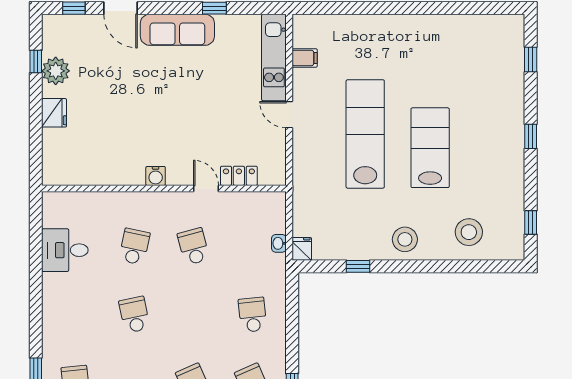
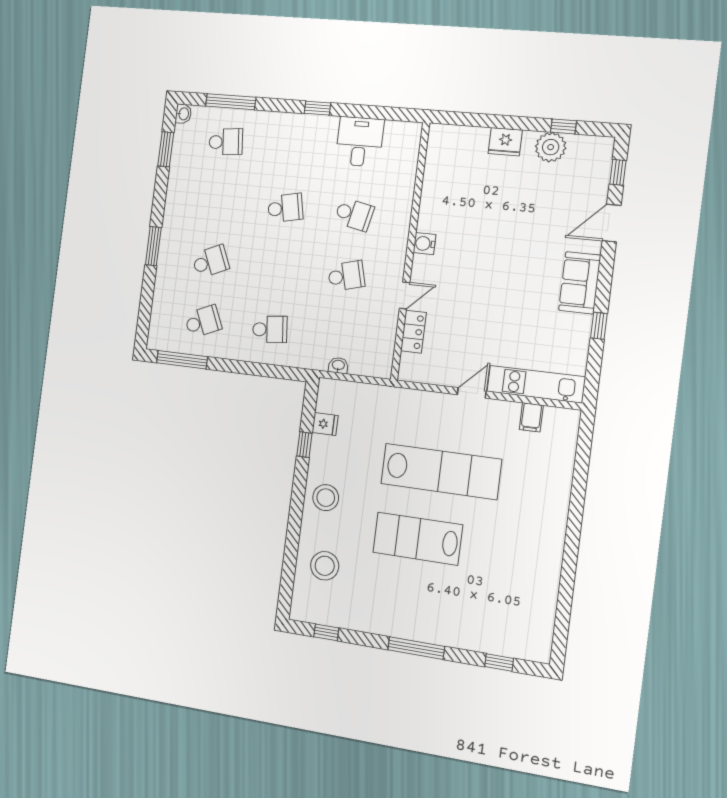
sofa: (177, 30) -> (580, 283), width x0.73
window: (531, 136) -> (416, 648), width x2.17
lab bench: (430, 148) -> (418, 539), turned 180
fridge: (302, 249) -> (325, 424), moved
window: (36, 295) -> (318, 108), added

